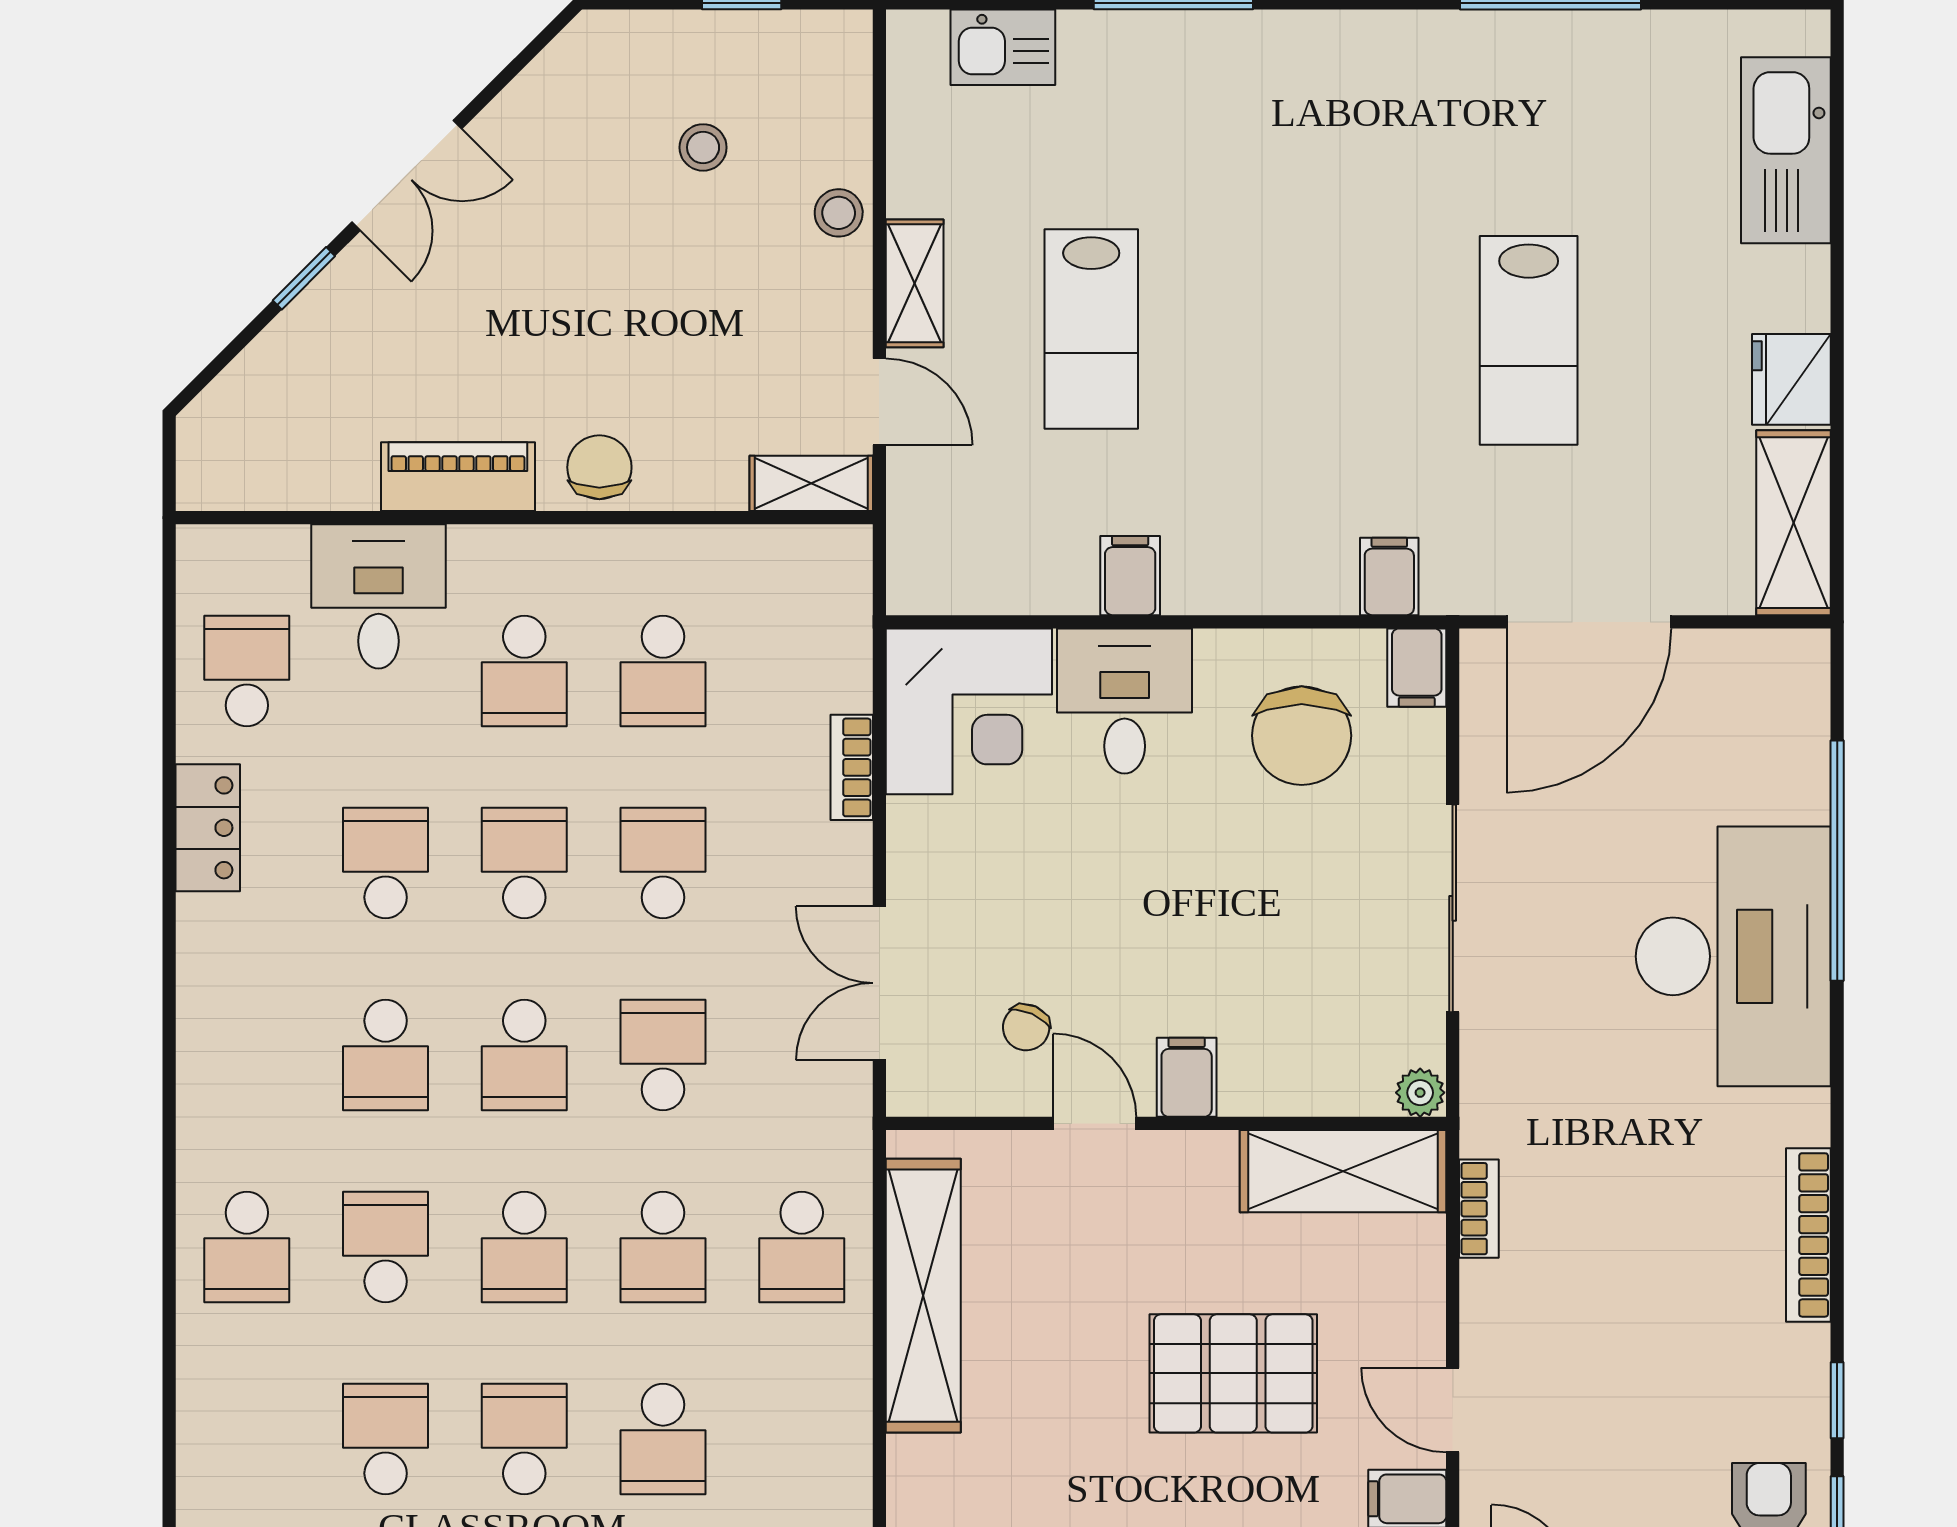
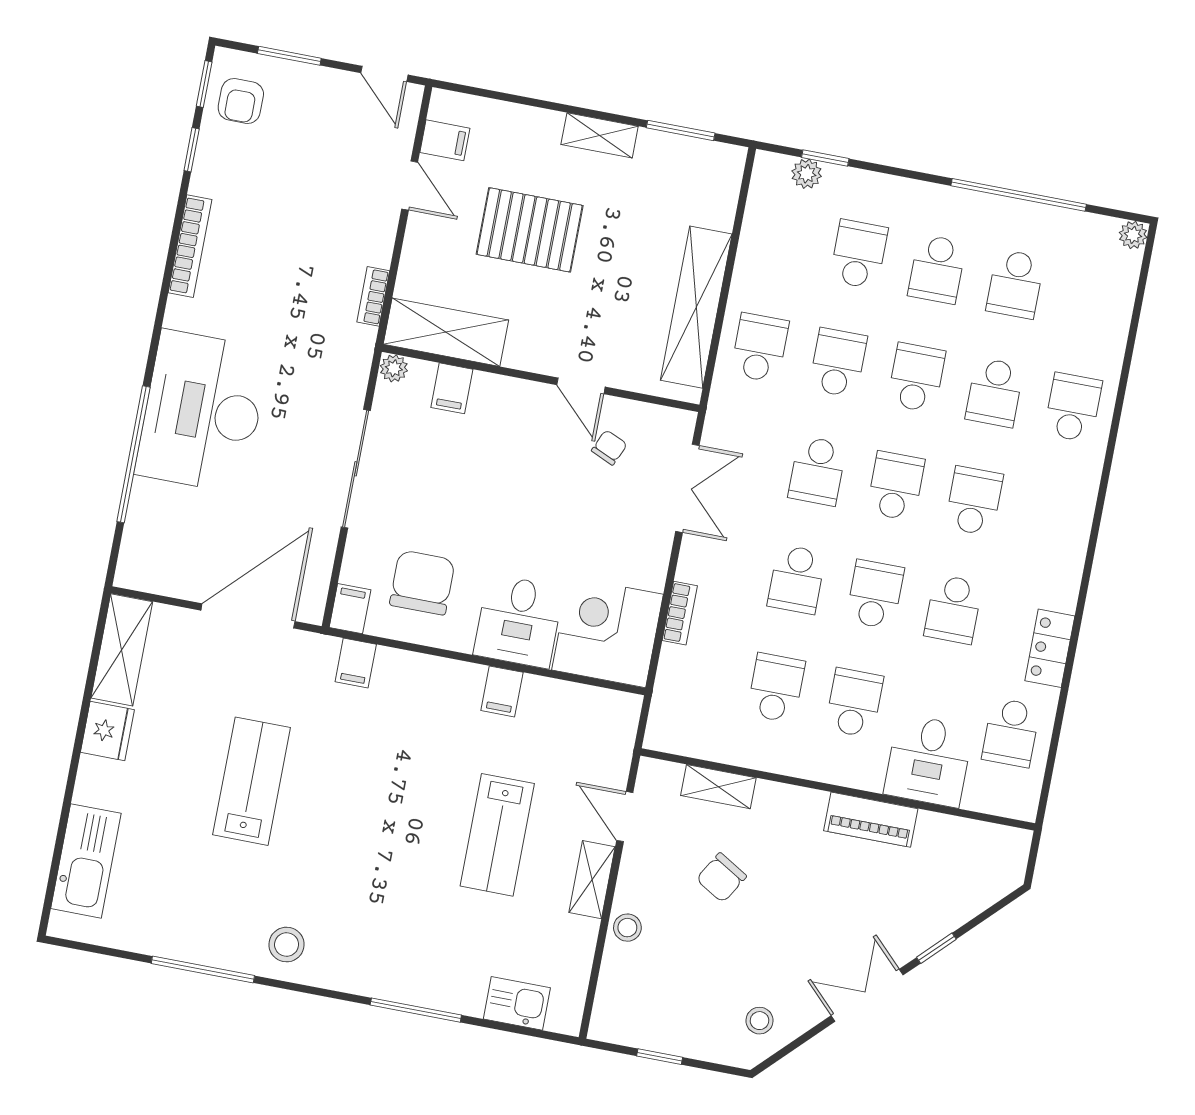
stool: (1416, 73) -> (287, 945), added
stool: (703, 147) -> (759, 1021), moved
lab bench: (1091, 329) -> (497, 835), turned 180
chair: (599, 467) -> (721, 878), moved, turned 31
shelving: (811, 483) -> (718, 787), moved
school desk: (524, 863) -> (875, 594), turned 180
filing cabinet: (1187, 1077) -> (452, 388), moved

